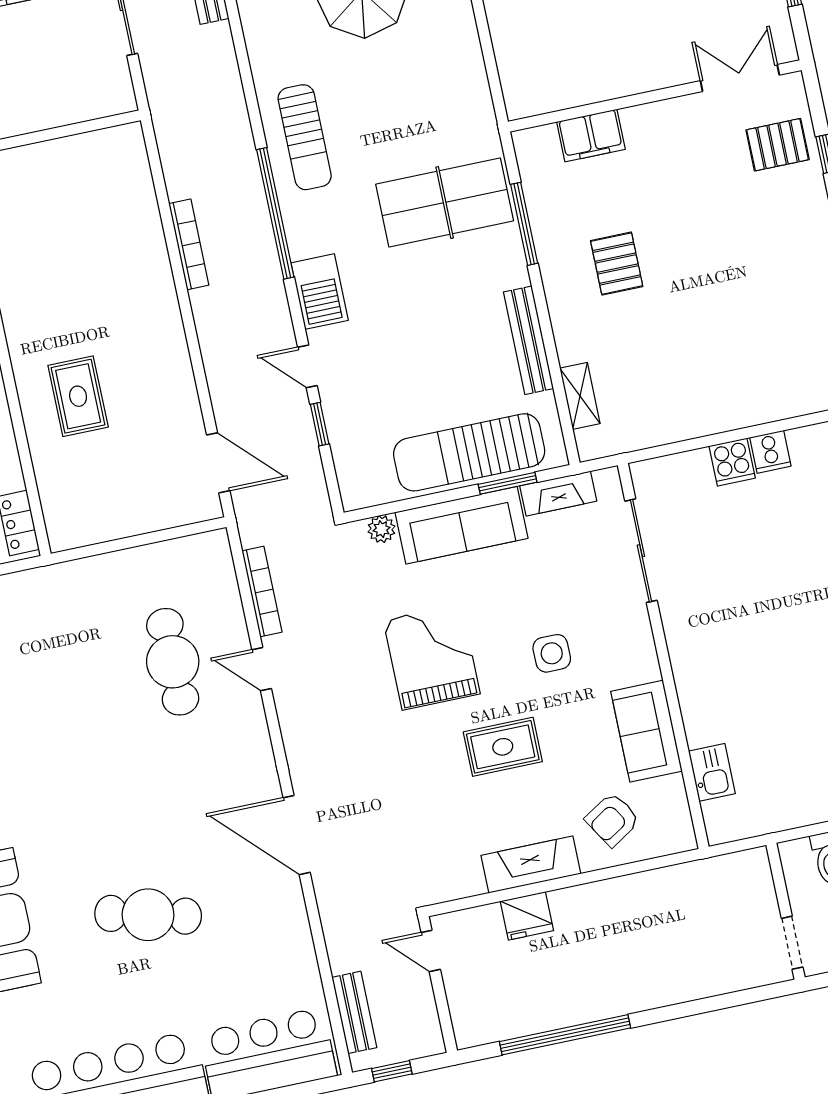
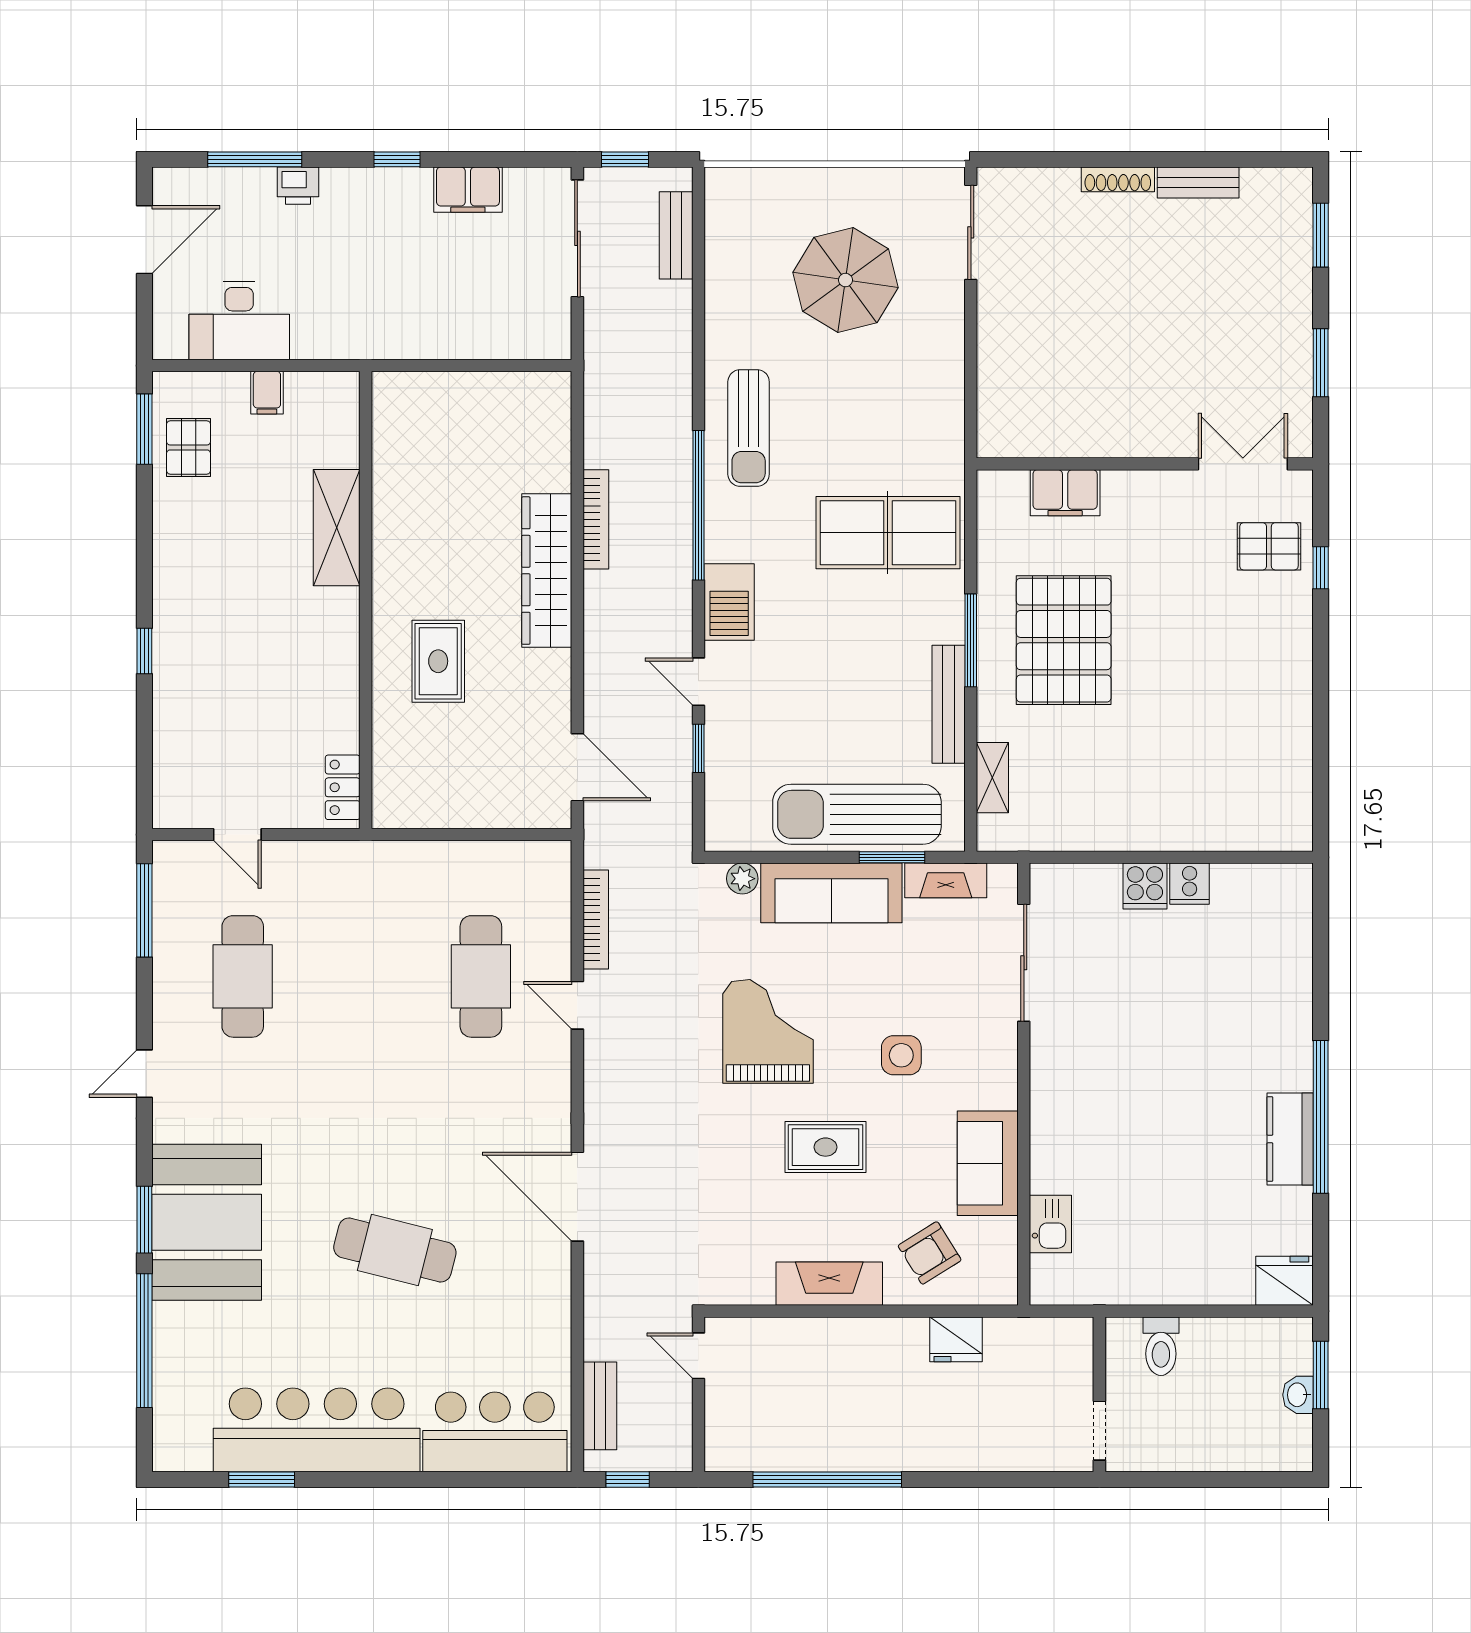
window: (524, 224) -> (971, 640), moved
pallet: (617, 264) -> (1064, 640), width x2.05, depth x2.00
wardrobe: (156, 298) -> (547, 571), added
fridge: (527, 916) -> (956, 1339), moved

